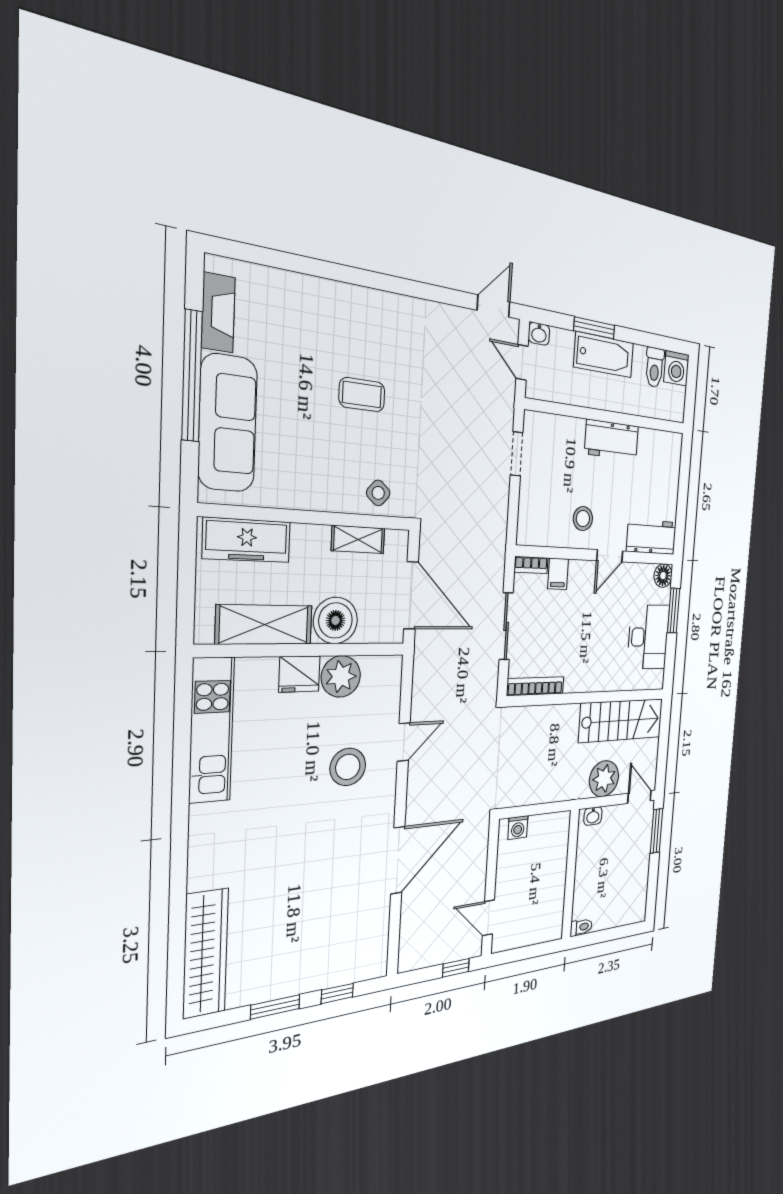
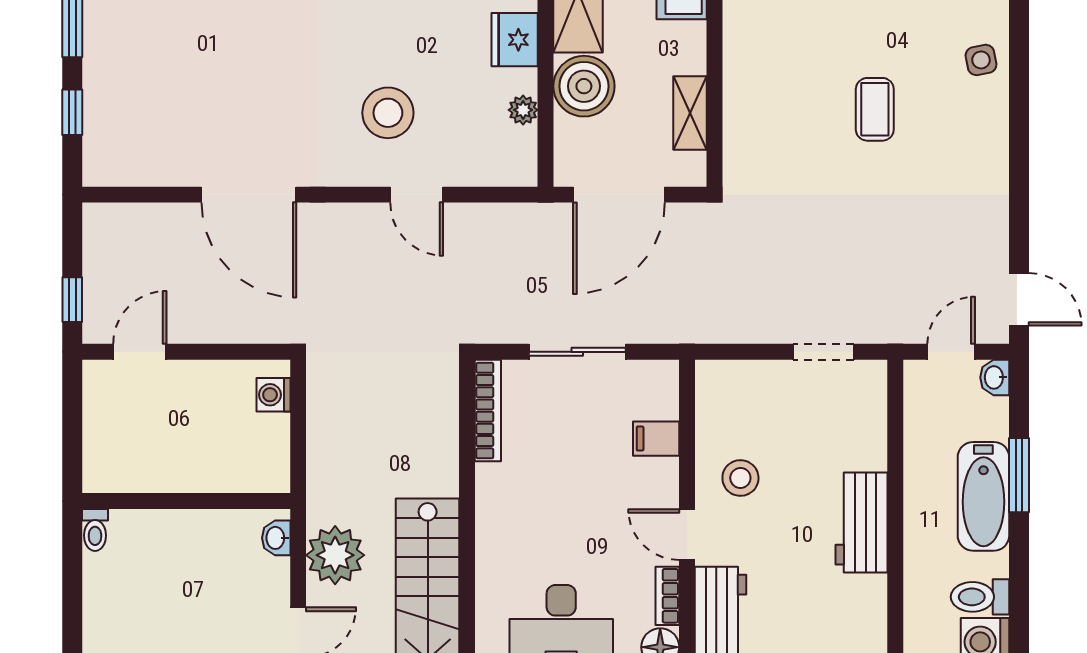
side table: (378, 493) -> (981, 60), moved, turned 38
bookcase: (531, 565) -> (667, 596), moved
plant: (341, 676) -> (523, 110), width x0.53, depth x0.53

